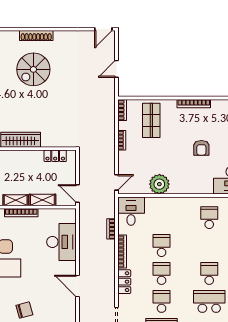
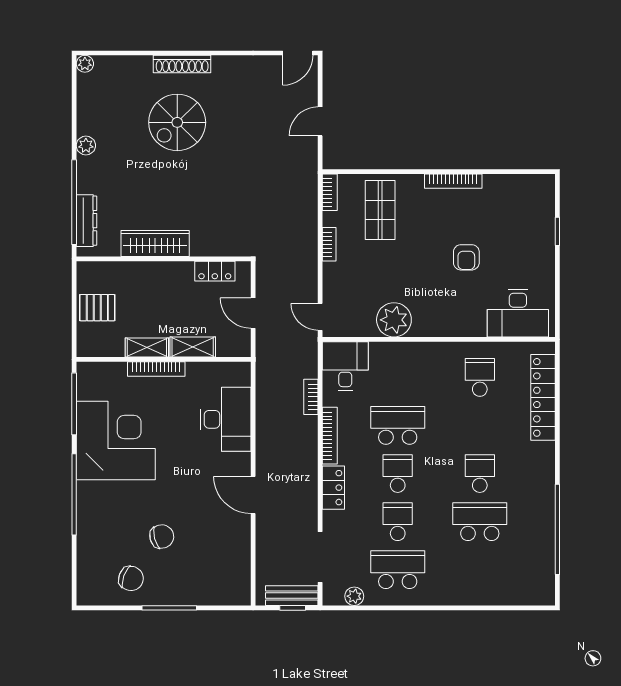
door: (116, 182) -> (320, 317), swing flipped
door: (77, 194) -> (253, 313), moved
school desk: (162, 246) -> (398, 425), width x1.85

